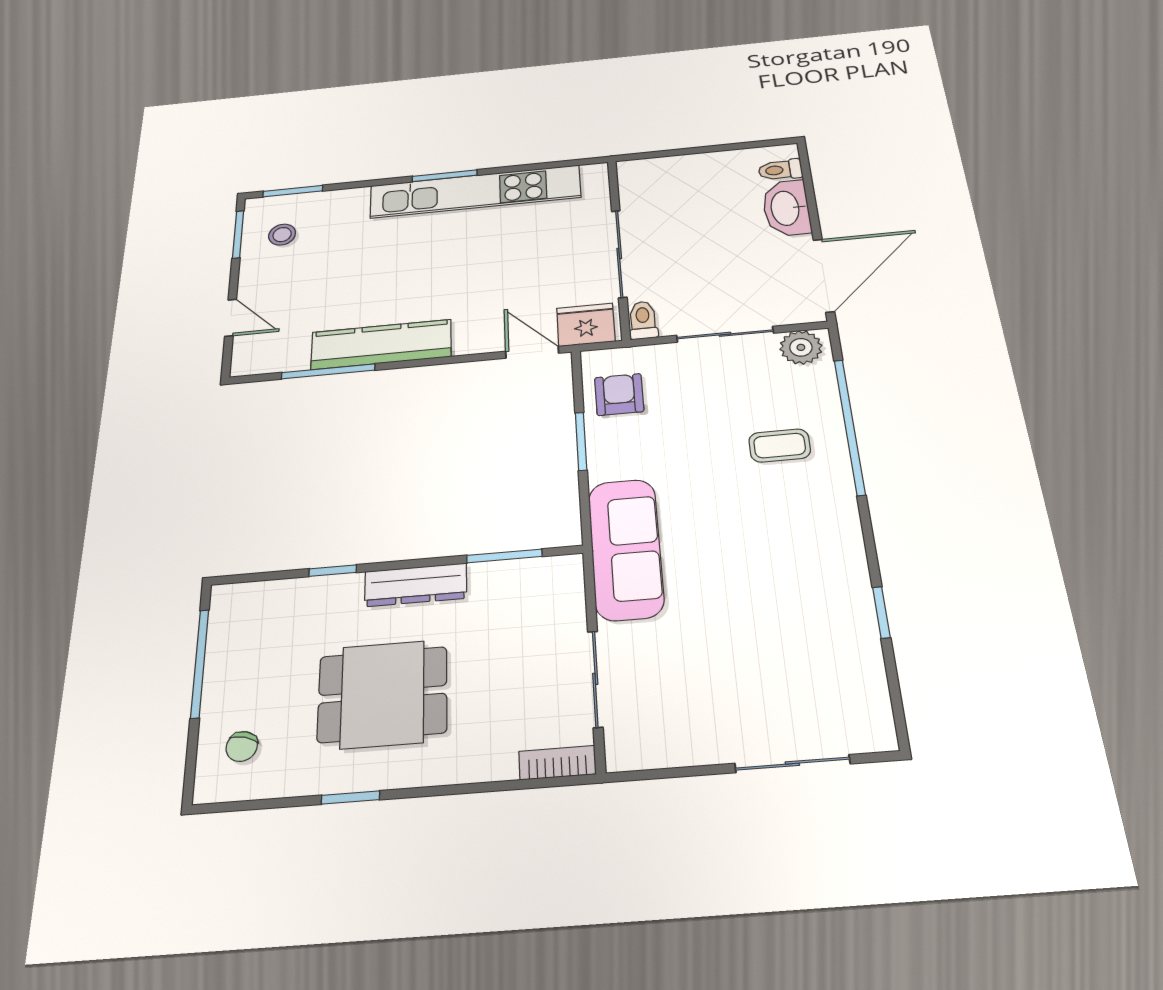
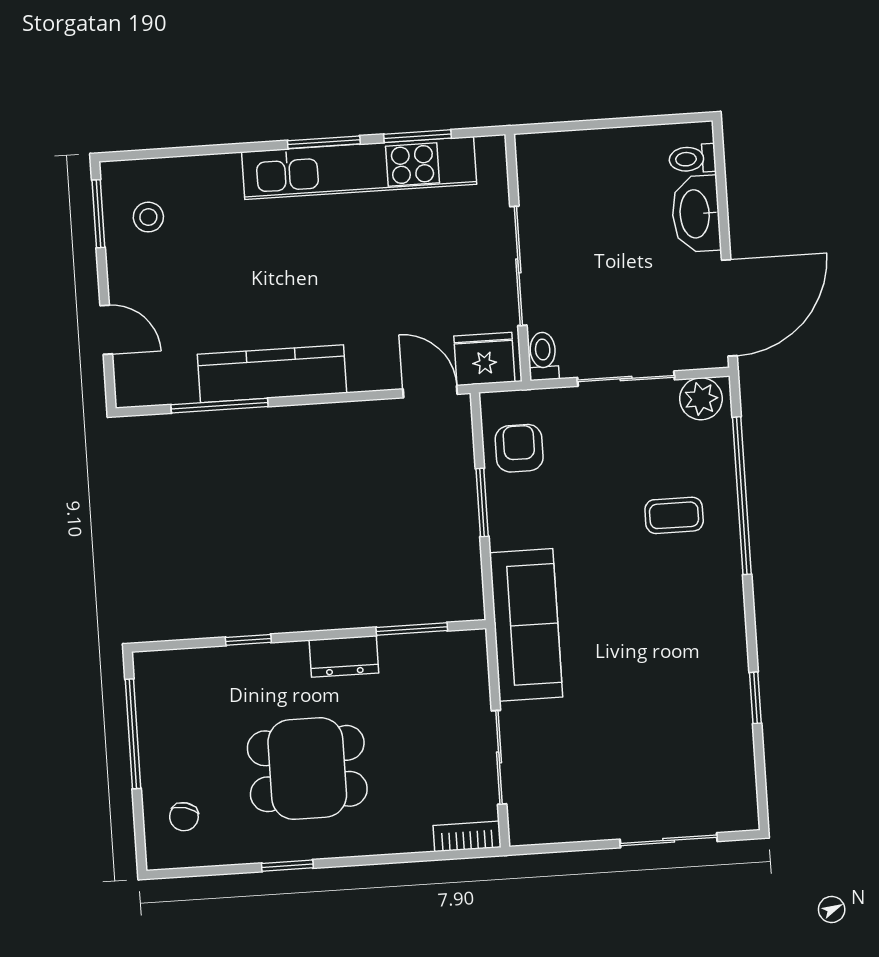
window: (293, 191) -> (418, 136), moved
dresser: (416, 585) -> (344, 656), width x0.70

